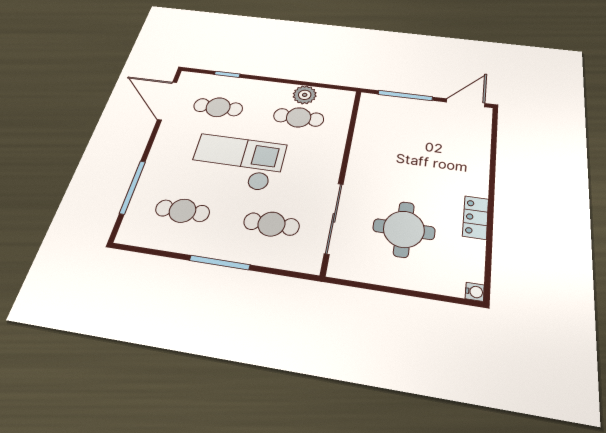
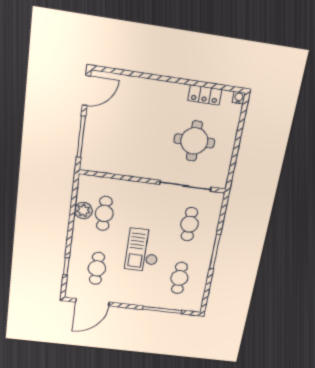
door: (466, 103) -> (86, 91), swing flipped
checkout: (237, 162) -> (143, 250), width x0.73, depth x0.83
locker: (476, 217) -> (205, 95), moved

